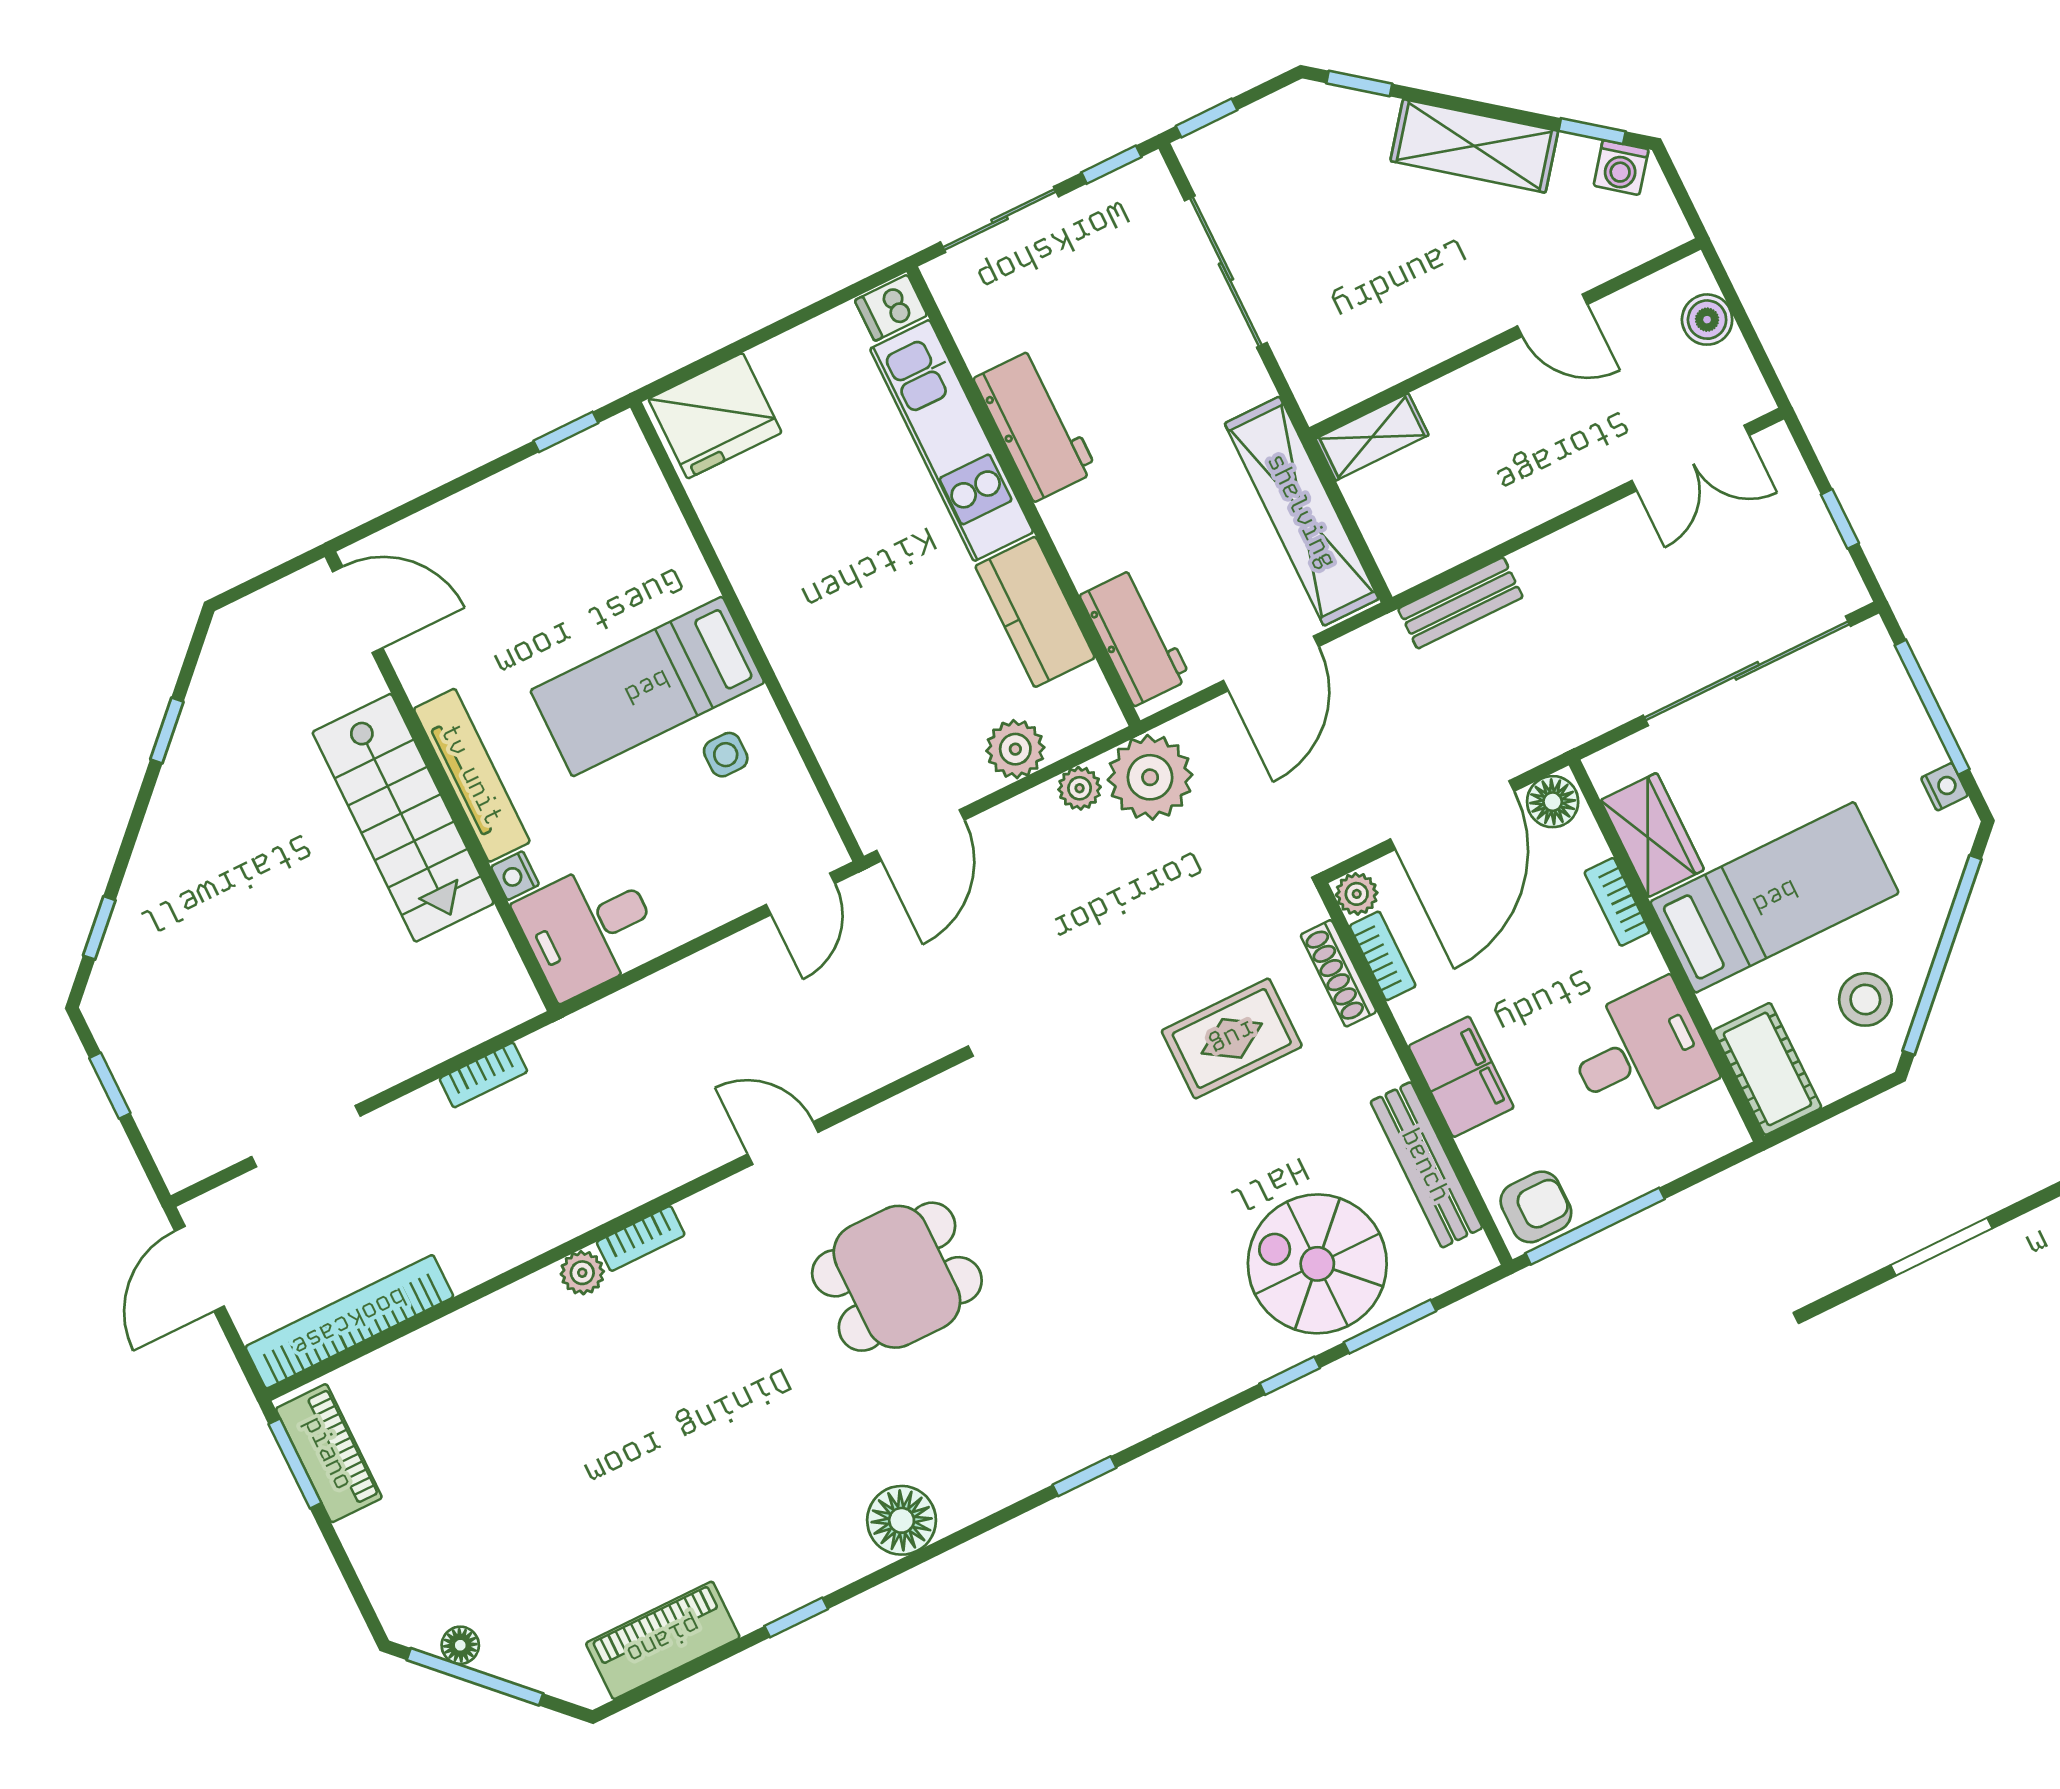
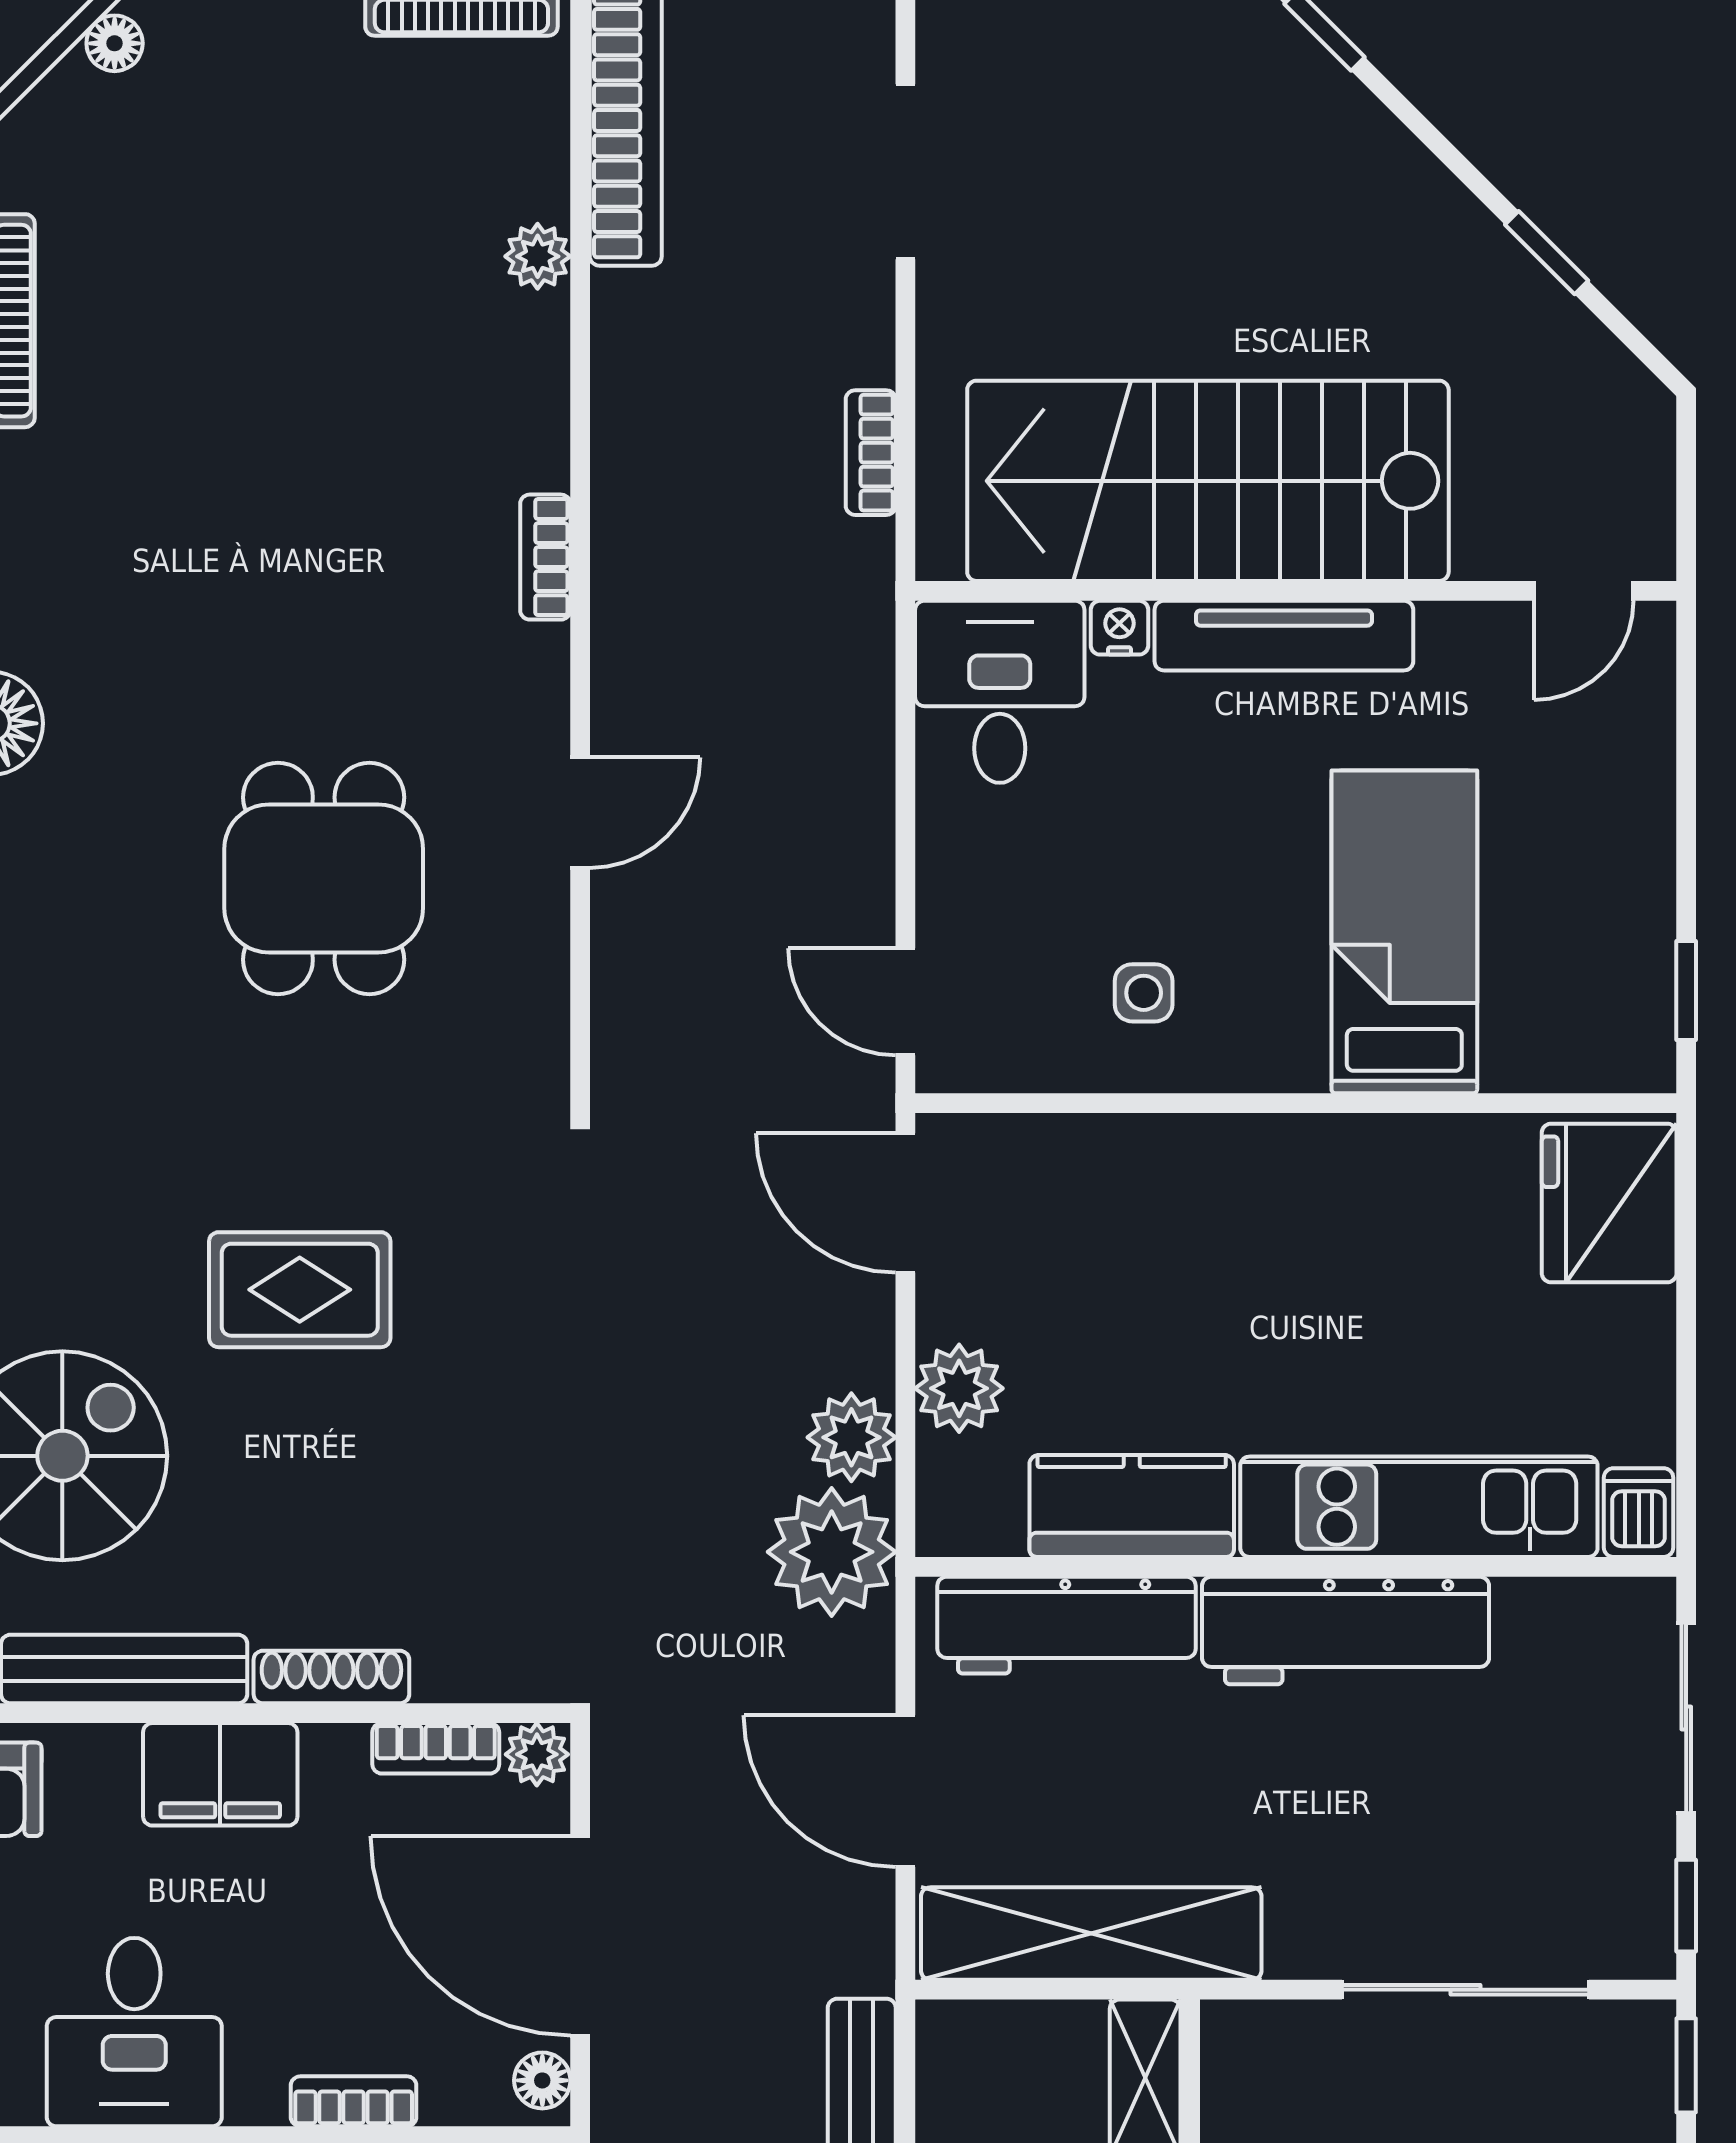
workbench: (1035, 425) -> (1346, 1630), width x1.38
door: (358, 610) -> (1584, 591), width x0.73
workbench: (1135, 637) -> (1066, 1625), width x1.38
bed: (647, 687) -> (1404, 932), moved
plant: (1080, 788) -> (851, 1437), width x1.38, depth x1.38
floor lamp: (1553, 802) -> (542, 2080), width x0.73, depth x0.73
stairs: (403, 818) -> (1208, 481), width x1.36, depth x1.51
shoe rack: (1338, 973) -> (331, 1677), moved
rug: (1232, 1038) -> (300, 1290), moved, turned 90
plant: (582, 1273) -> (538, 256), moved

